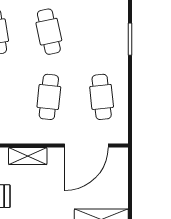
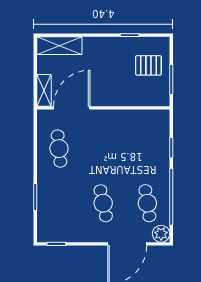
cafe table: (49, 97) -> (103, 149), removed
shelving: (28, 156) -> (44, 90), moved, turned 90

